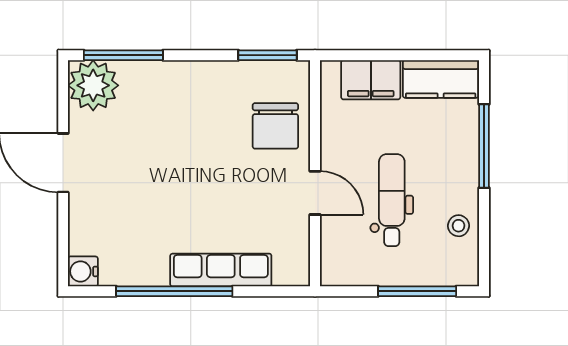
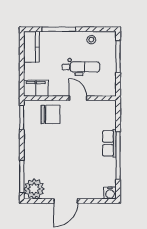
filing cabinet: (371, 80) -> (36, 88), moved, turned -90
door: (315, 193) -> (78, 98), hinge flipped
dental chair: (392, 200) -> (81, 67), turned 180
row of seats: (221, 270) -> (109, 143), width x0.68

